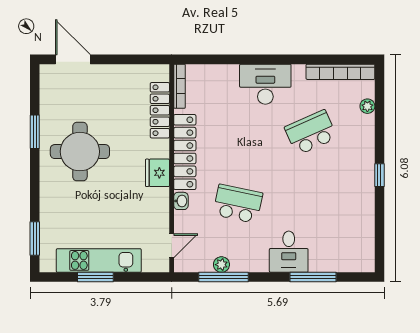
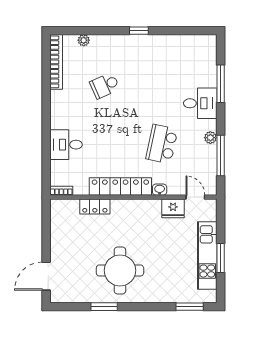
desk: (265, 84) -> (66, 145), moved, width x0.73
bookcase: (180, 86) -> (61, 191), width x0.64
locker: (160, 110) -> (95, 206), width x0.66
school desk: (311, 133) -> (105, 86), width x0.54
fridge: (157, 173) -> (173, 208), moved
plant: (221, 265) -> (210, 138), moved

